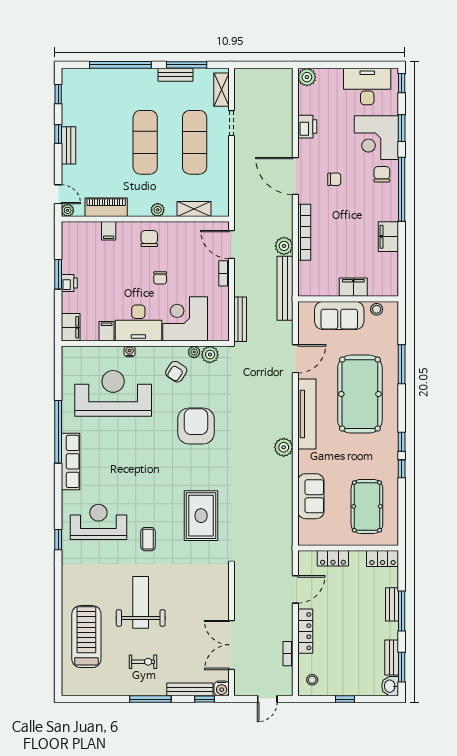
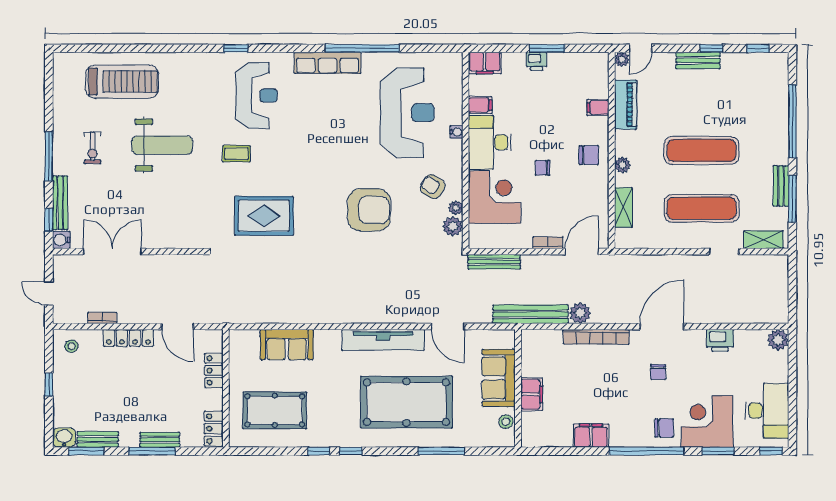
plant: (284, 447) -> (344, 313), removed

